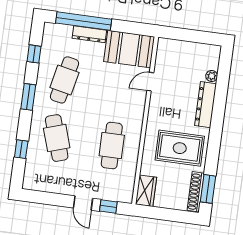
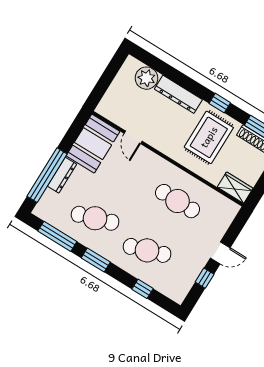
window: (34, 54) -> (57, 236), width x2.17
plant: (212, 76) -> (146, 78), width x1.87, depth x1.87
cafe table: (64, 80) -> (95, 218), turned -30
window: (214, 144) -> (220, 103), added
window: (108, 207) -> (205, 278), moved

